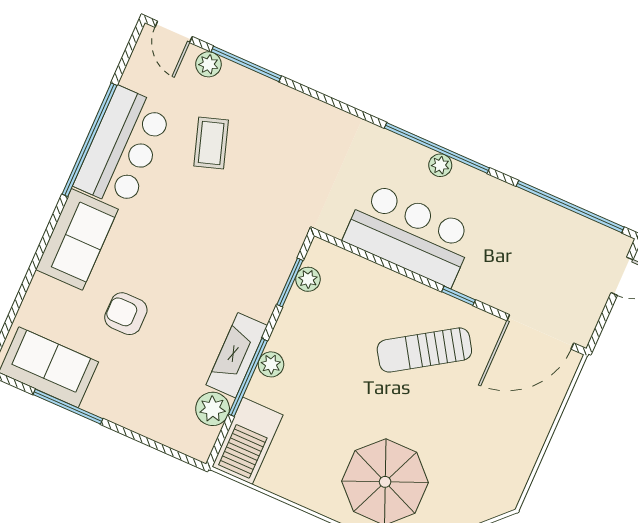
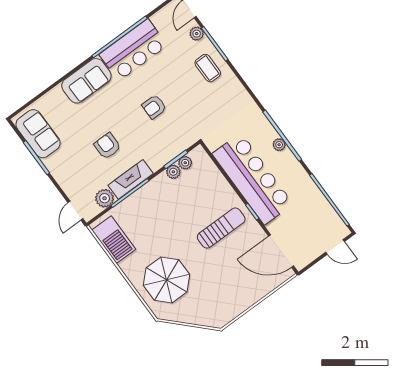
coffee table: (211, 143) -> (208, 68), moved, turned -72
armchair: (208, 219) -> (154, 107), added
bar counter: (410, 235) -> (253, 179), width x1.36
armchair: (126, 314) -> (107, 146), moved
sun lounger: (424, 350) -> (221, 228), turned 123
plant: (271, 364) -> (173, 172), moved
barbecue: (247, 441) -> (114, 240), moved, turned -90
door: (178, 455) -> (75, 211), added

